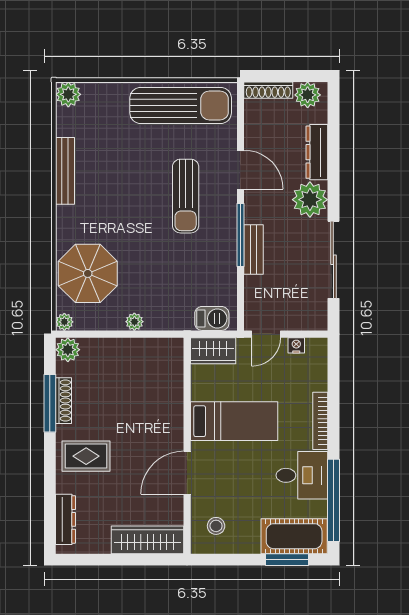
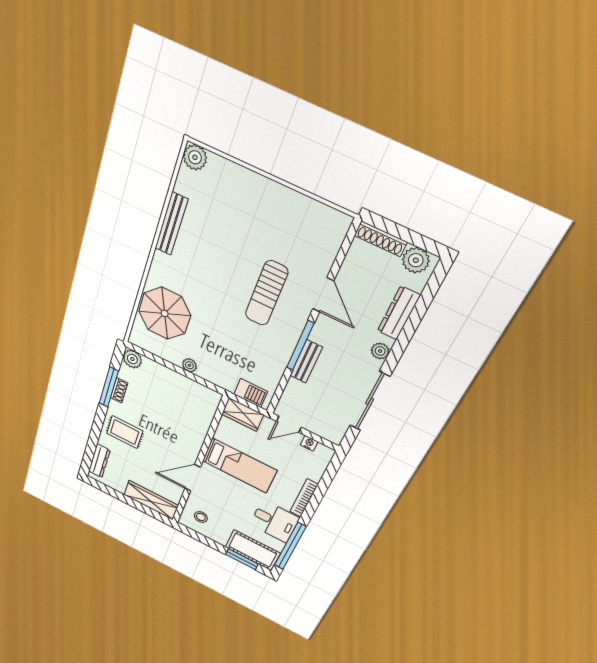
sun lounger: (181, 105) -> (293, 215), removed
plant: (310, 200) -> (380, 351), width x0.53, depth x0.53
plant: (64, 322) -> (136, 339), removed
shoe rack: (63, 401) -> (119, 390), width x0.70

